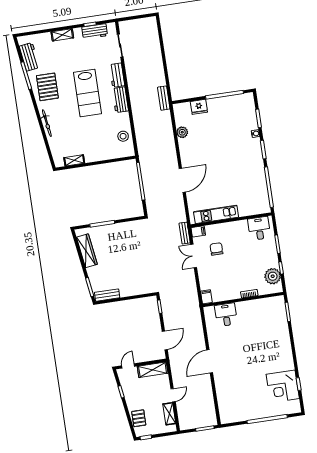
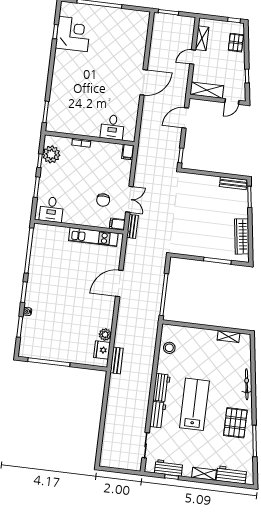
workbench: (29, 57) -> (231, 475), moved, turned 98
bench: (164, 98) -> (117, 360), moved
fridge: (199, 107) -> (102, 350), moved, turned -90

